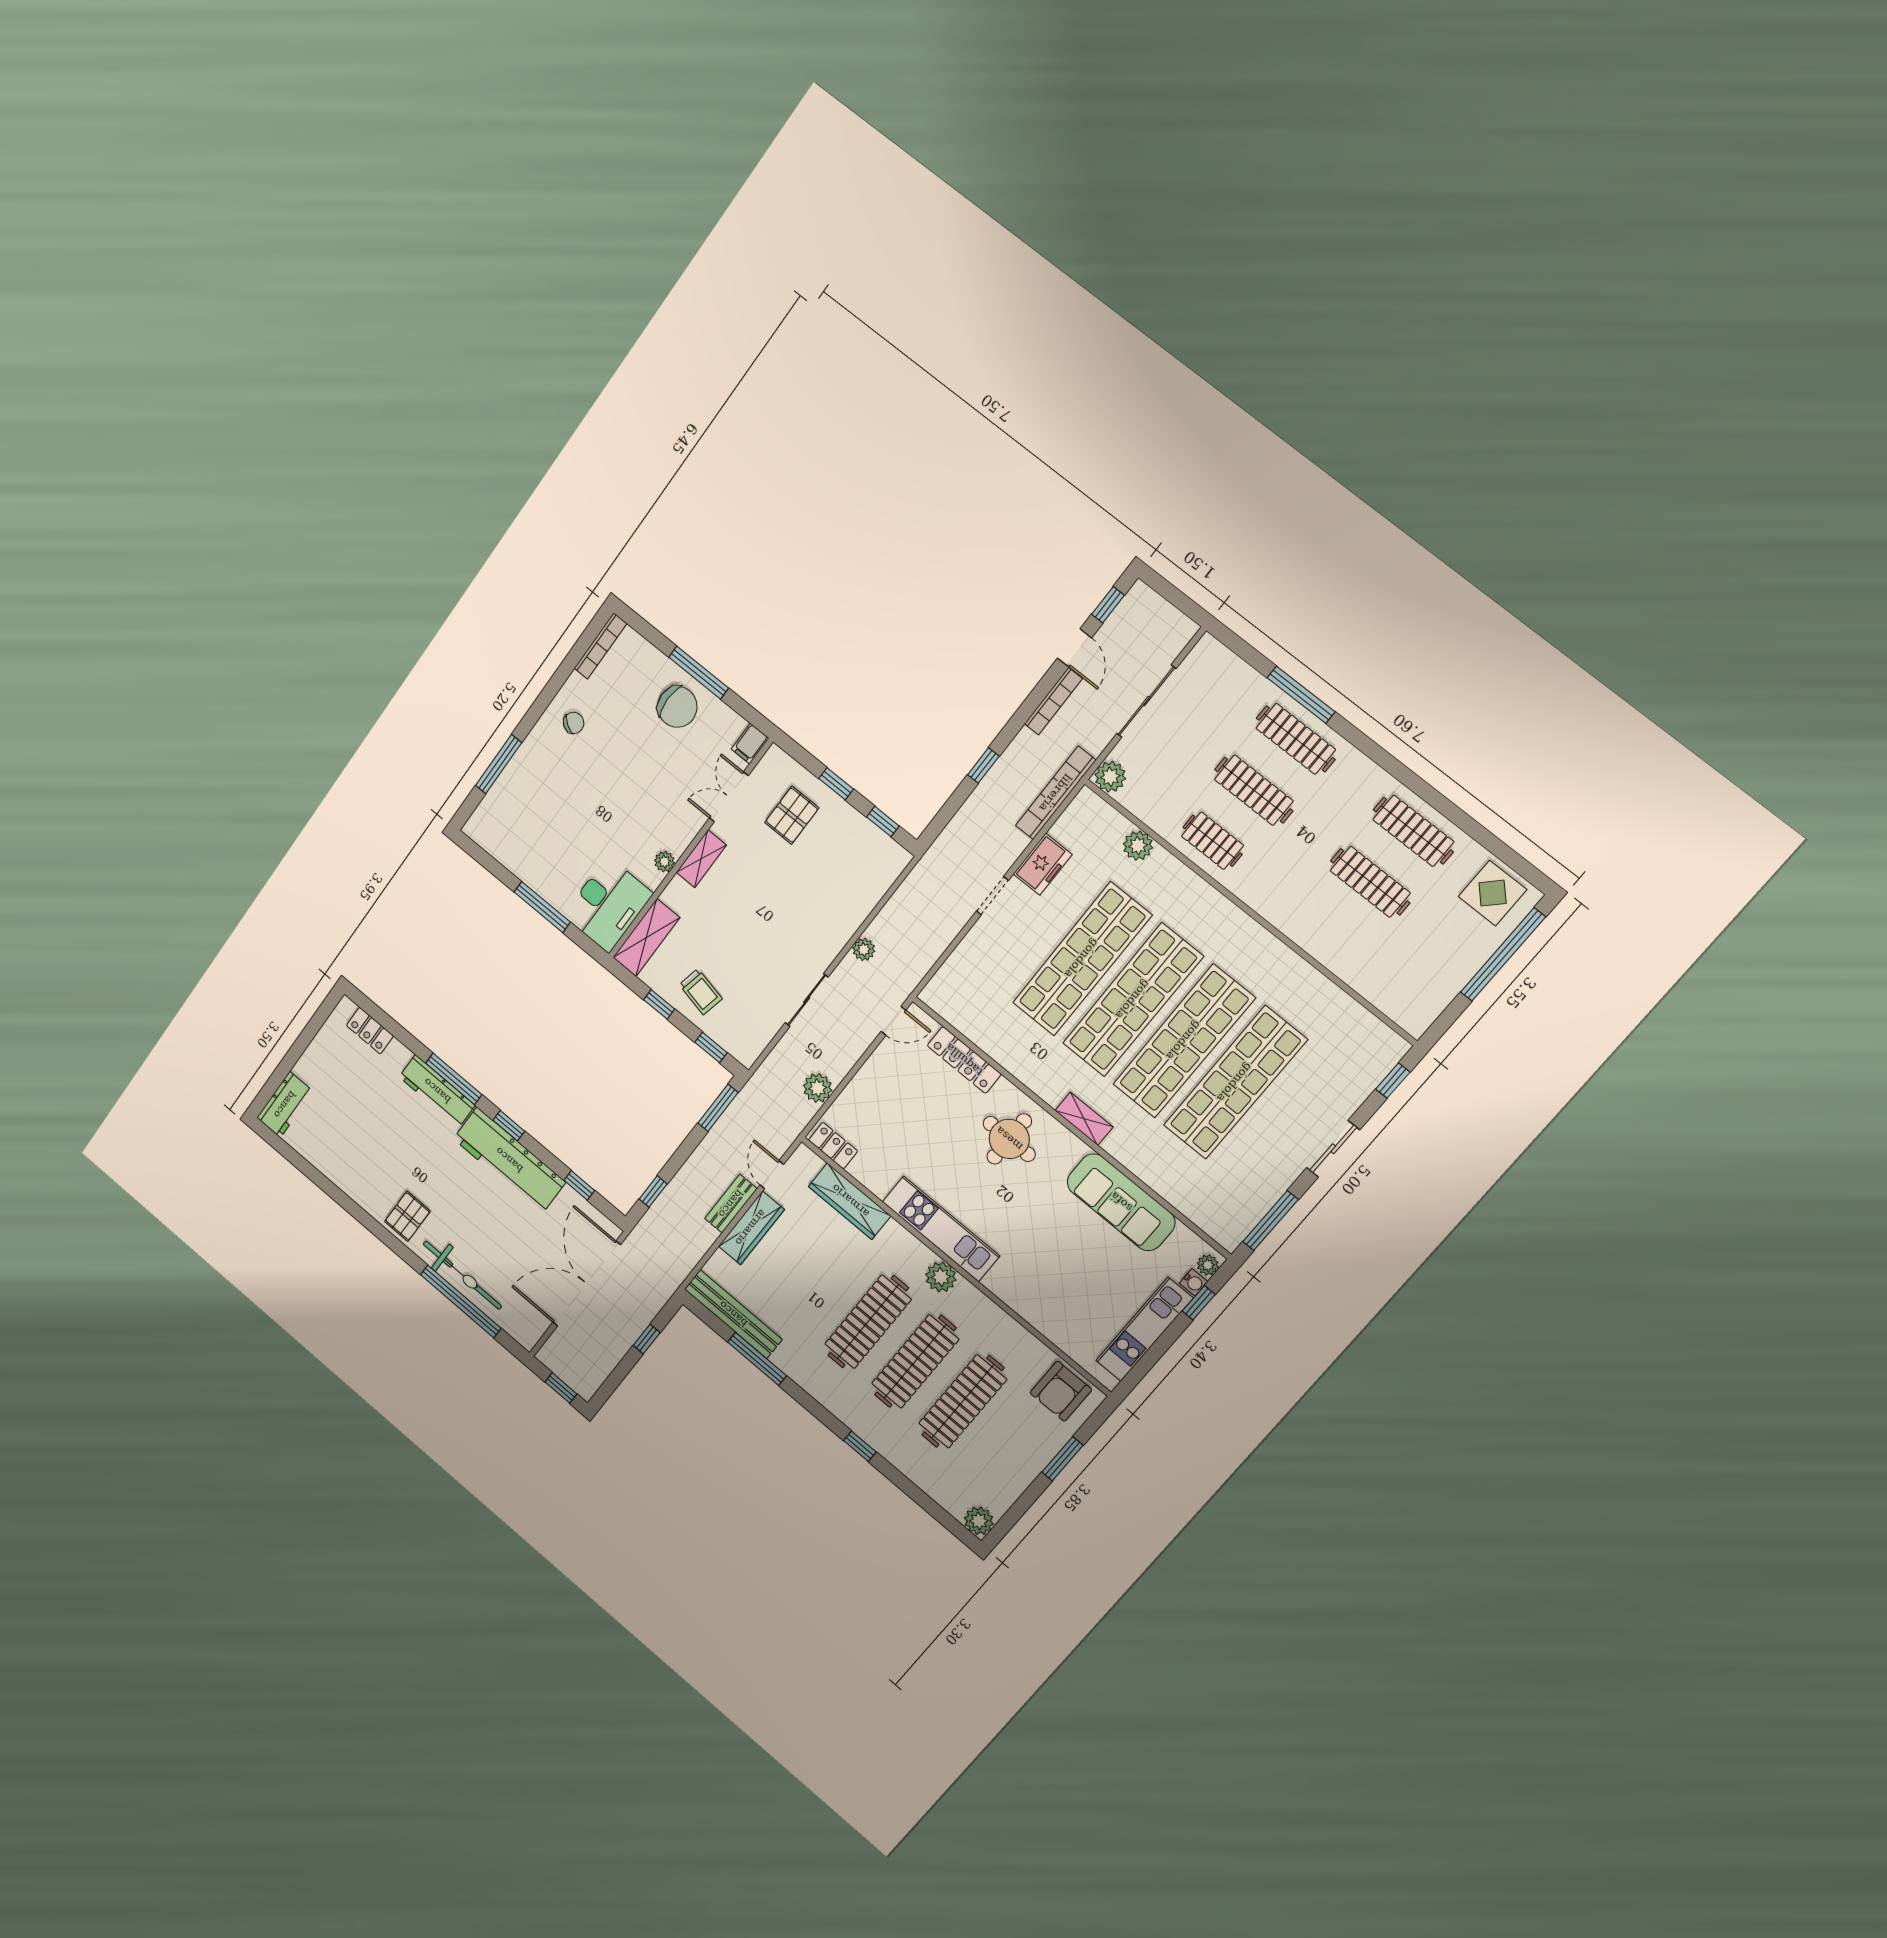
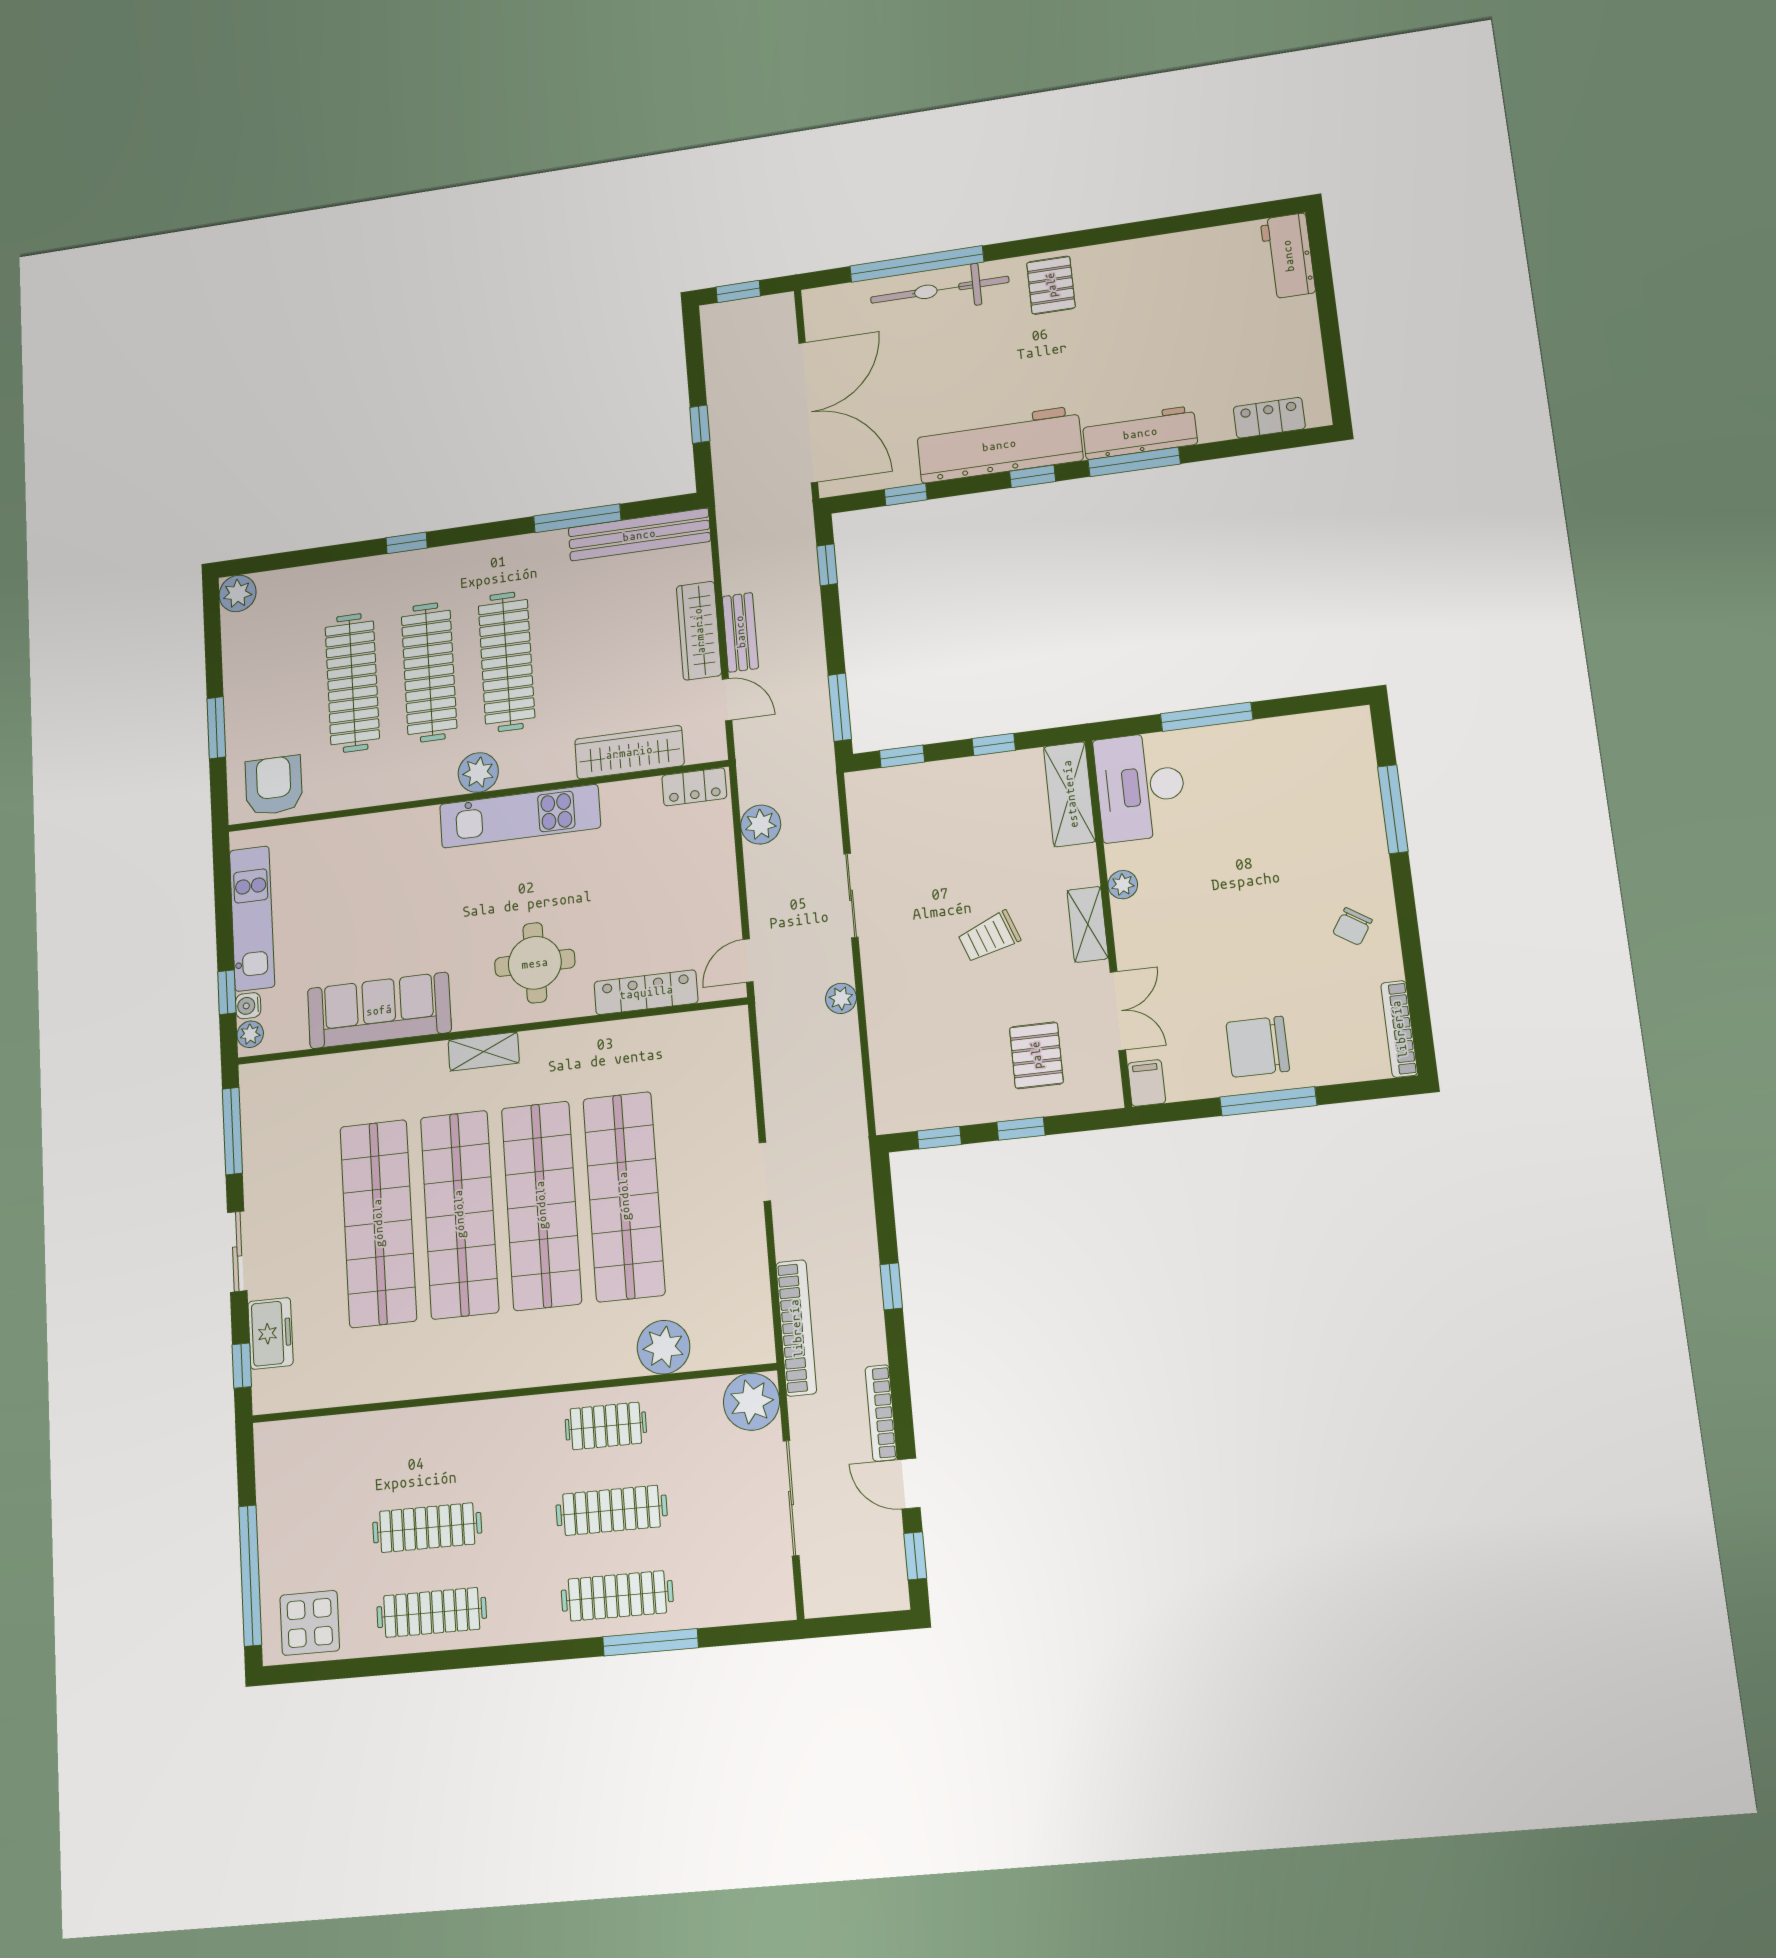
plant: (1110, 777) -> (751, 1402), width x1.36, depth x1.36
plant: (1138, 846) -> (664, 1347), width x1.36, depth x1.36
freezer: (1043, 864) -> (270, 1333), moved, turned 180
trolley: (701, 992) -> (989, 937), moved, turned -32

